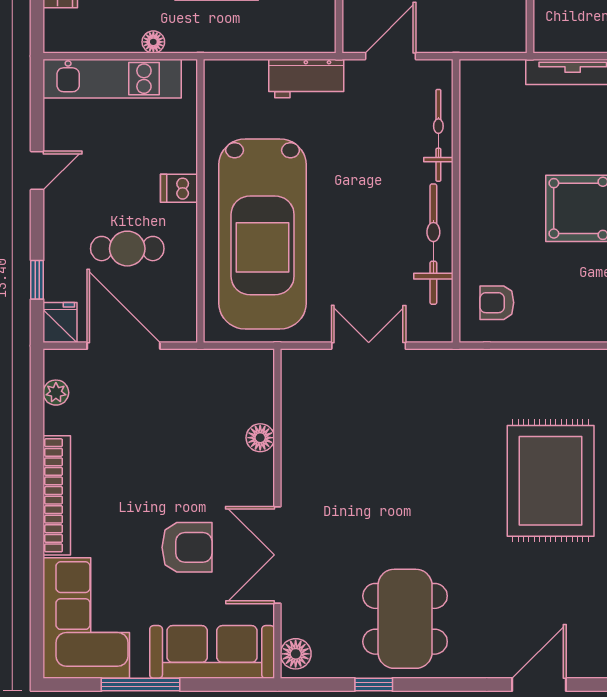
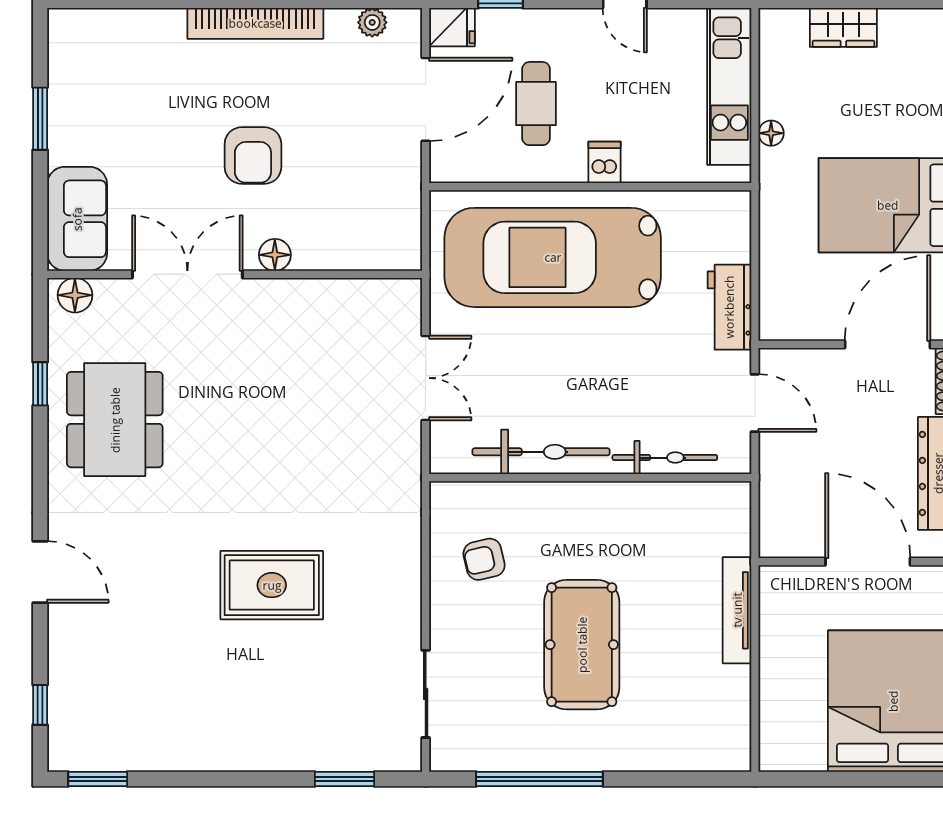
armchair: (497, 303) -> (484, 559), moved, turned -103
floor lamp: (260, 438) -> (275, 255), moved
rug: (551, 481) -> (272, 585), width x0.73, depth x0.69
armchair: (187, 547) -> (253, 156), moved
corner sofa: (86, 618) -> (116, 57), removed
dining table: (405, 619) -> (115, 420), turned 90
sofa: (212, 652) -> (77, 219), width x0.73
window: (141, 685) -> (40, 119), width x0.69

